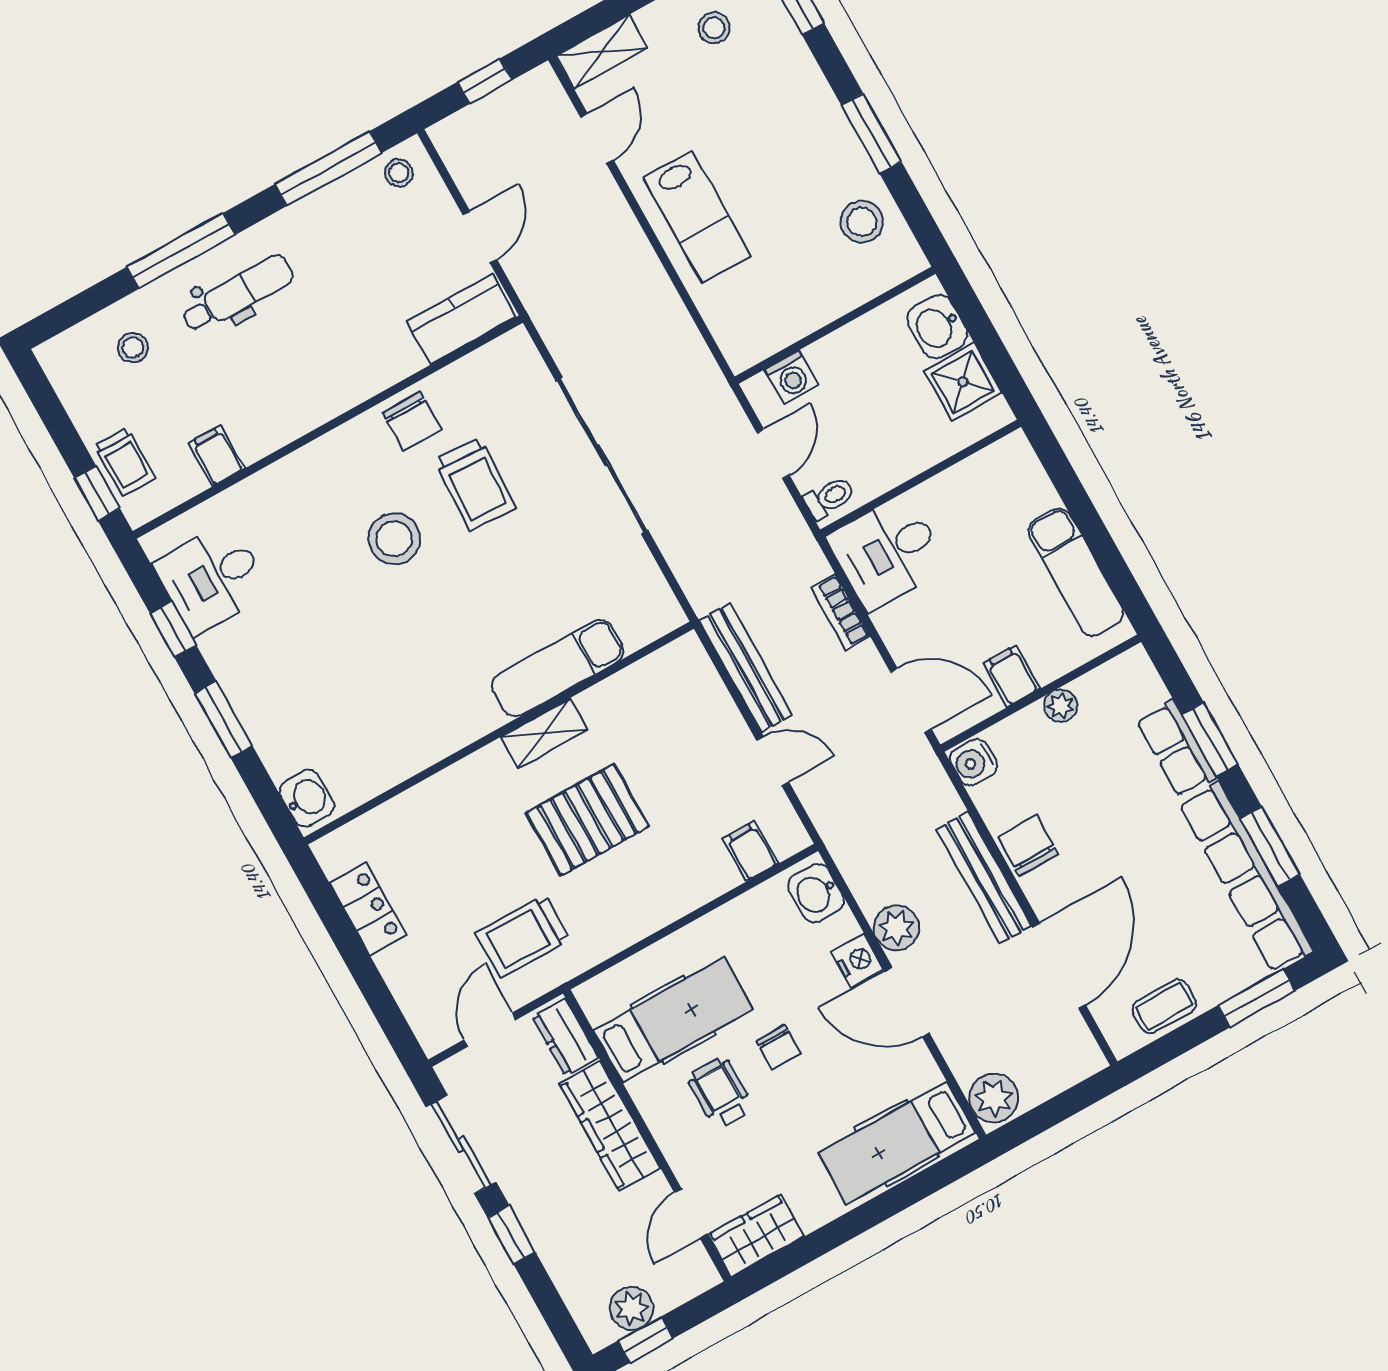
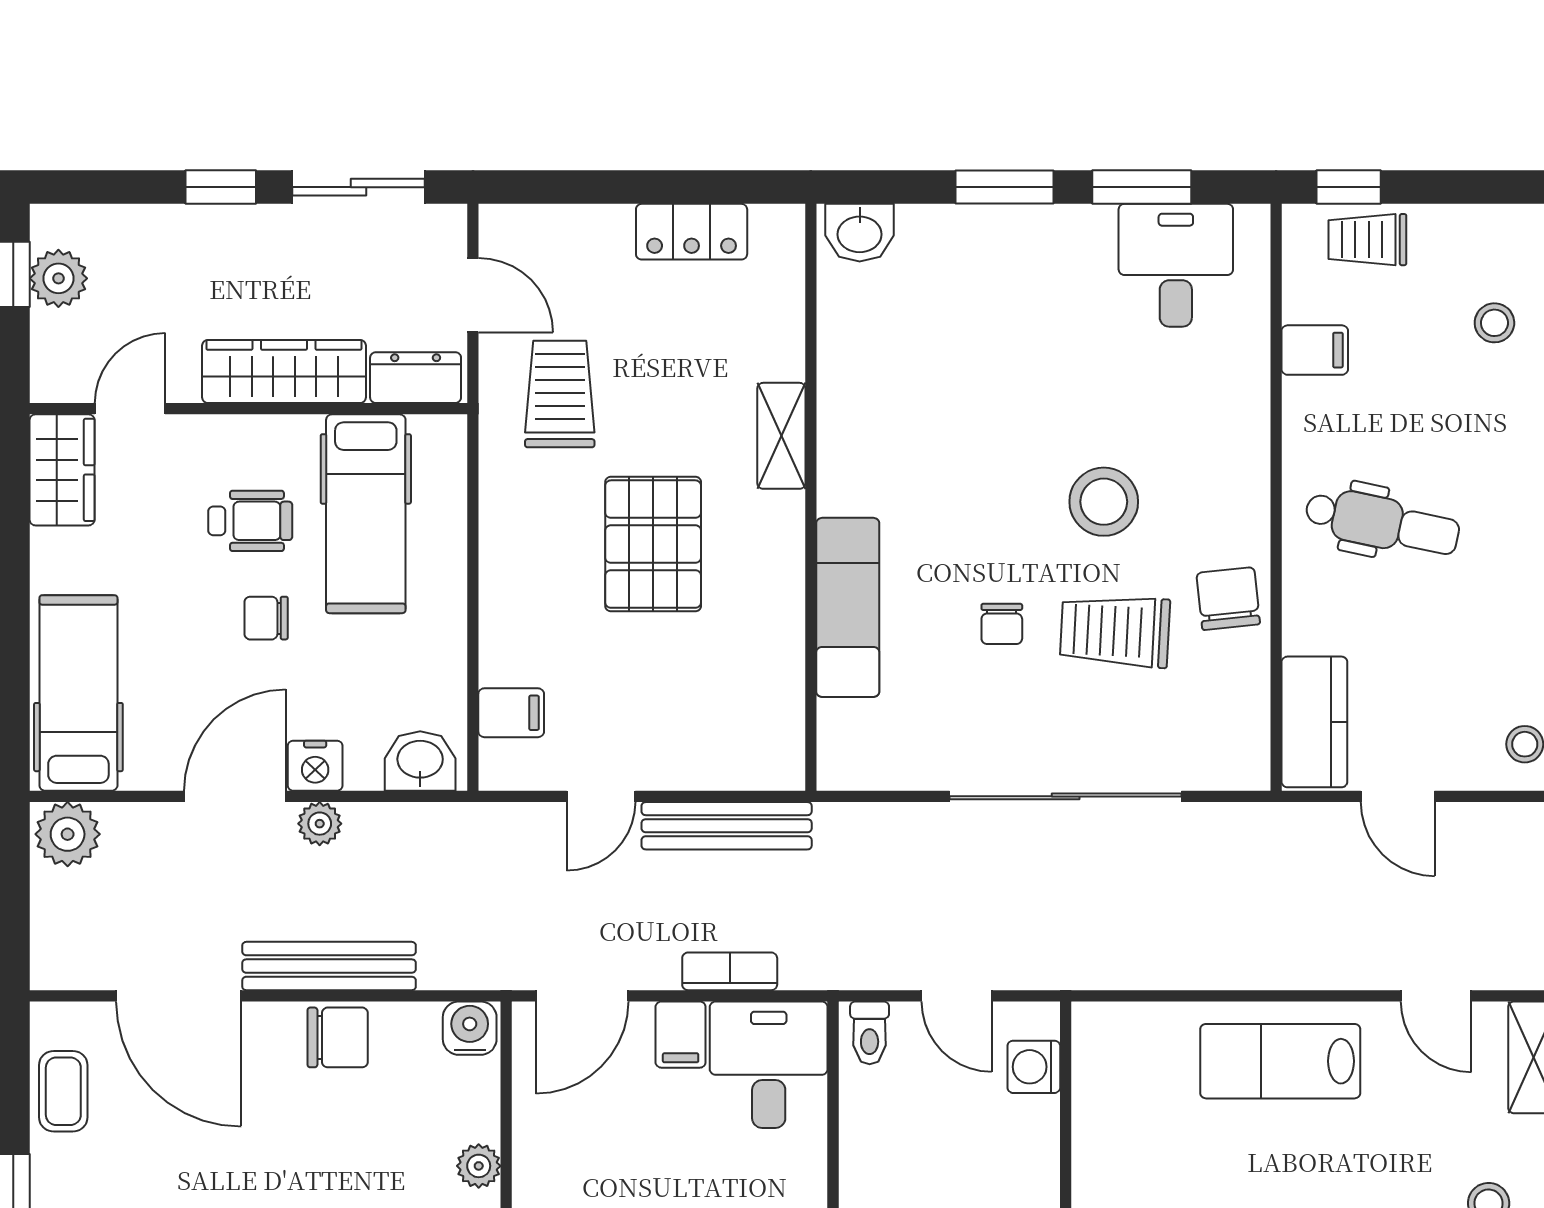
dental chair: (238, 294) -> (1382, 523), moved, turned -78
chair: (412, 421) -> (1228, 599), turned 84
chair: (512, 561) -> (1002, 624), added
window: (173, 629) -> (1142, 187), width x1.50
filing cabinet: (1012, 676) -> (681, 1035), moved, turned 90
shelving: (544, 733) -> (781, 436), moved
plant: (896, 928) -> (320, 824), width x0.73, depth x0.73
door: (691, 1213) -> (130, 409), hinge flipped

